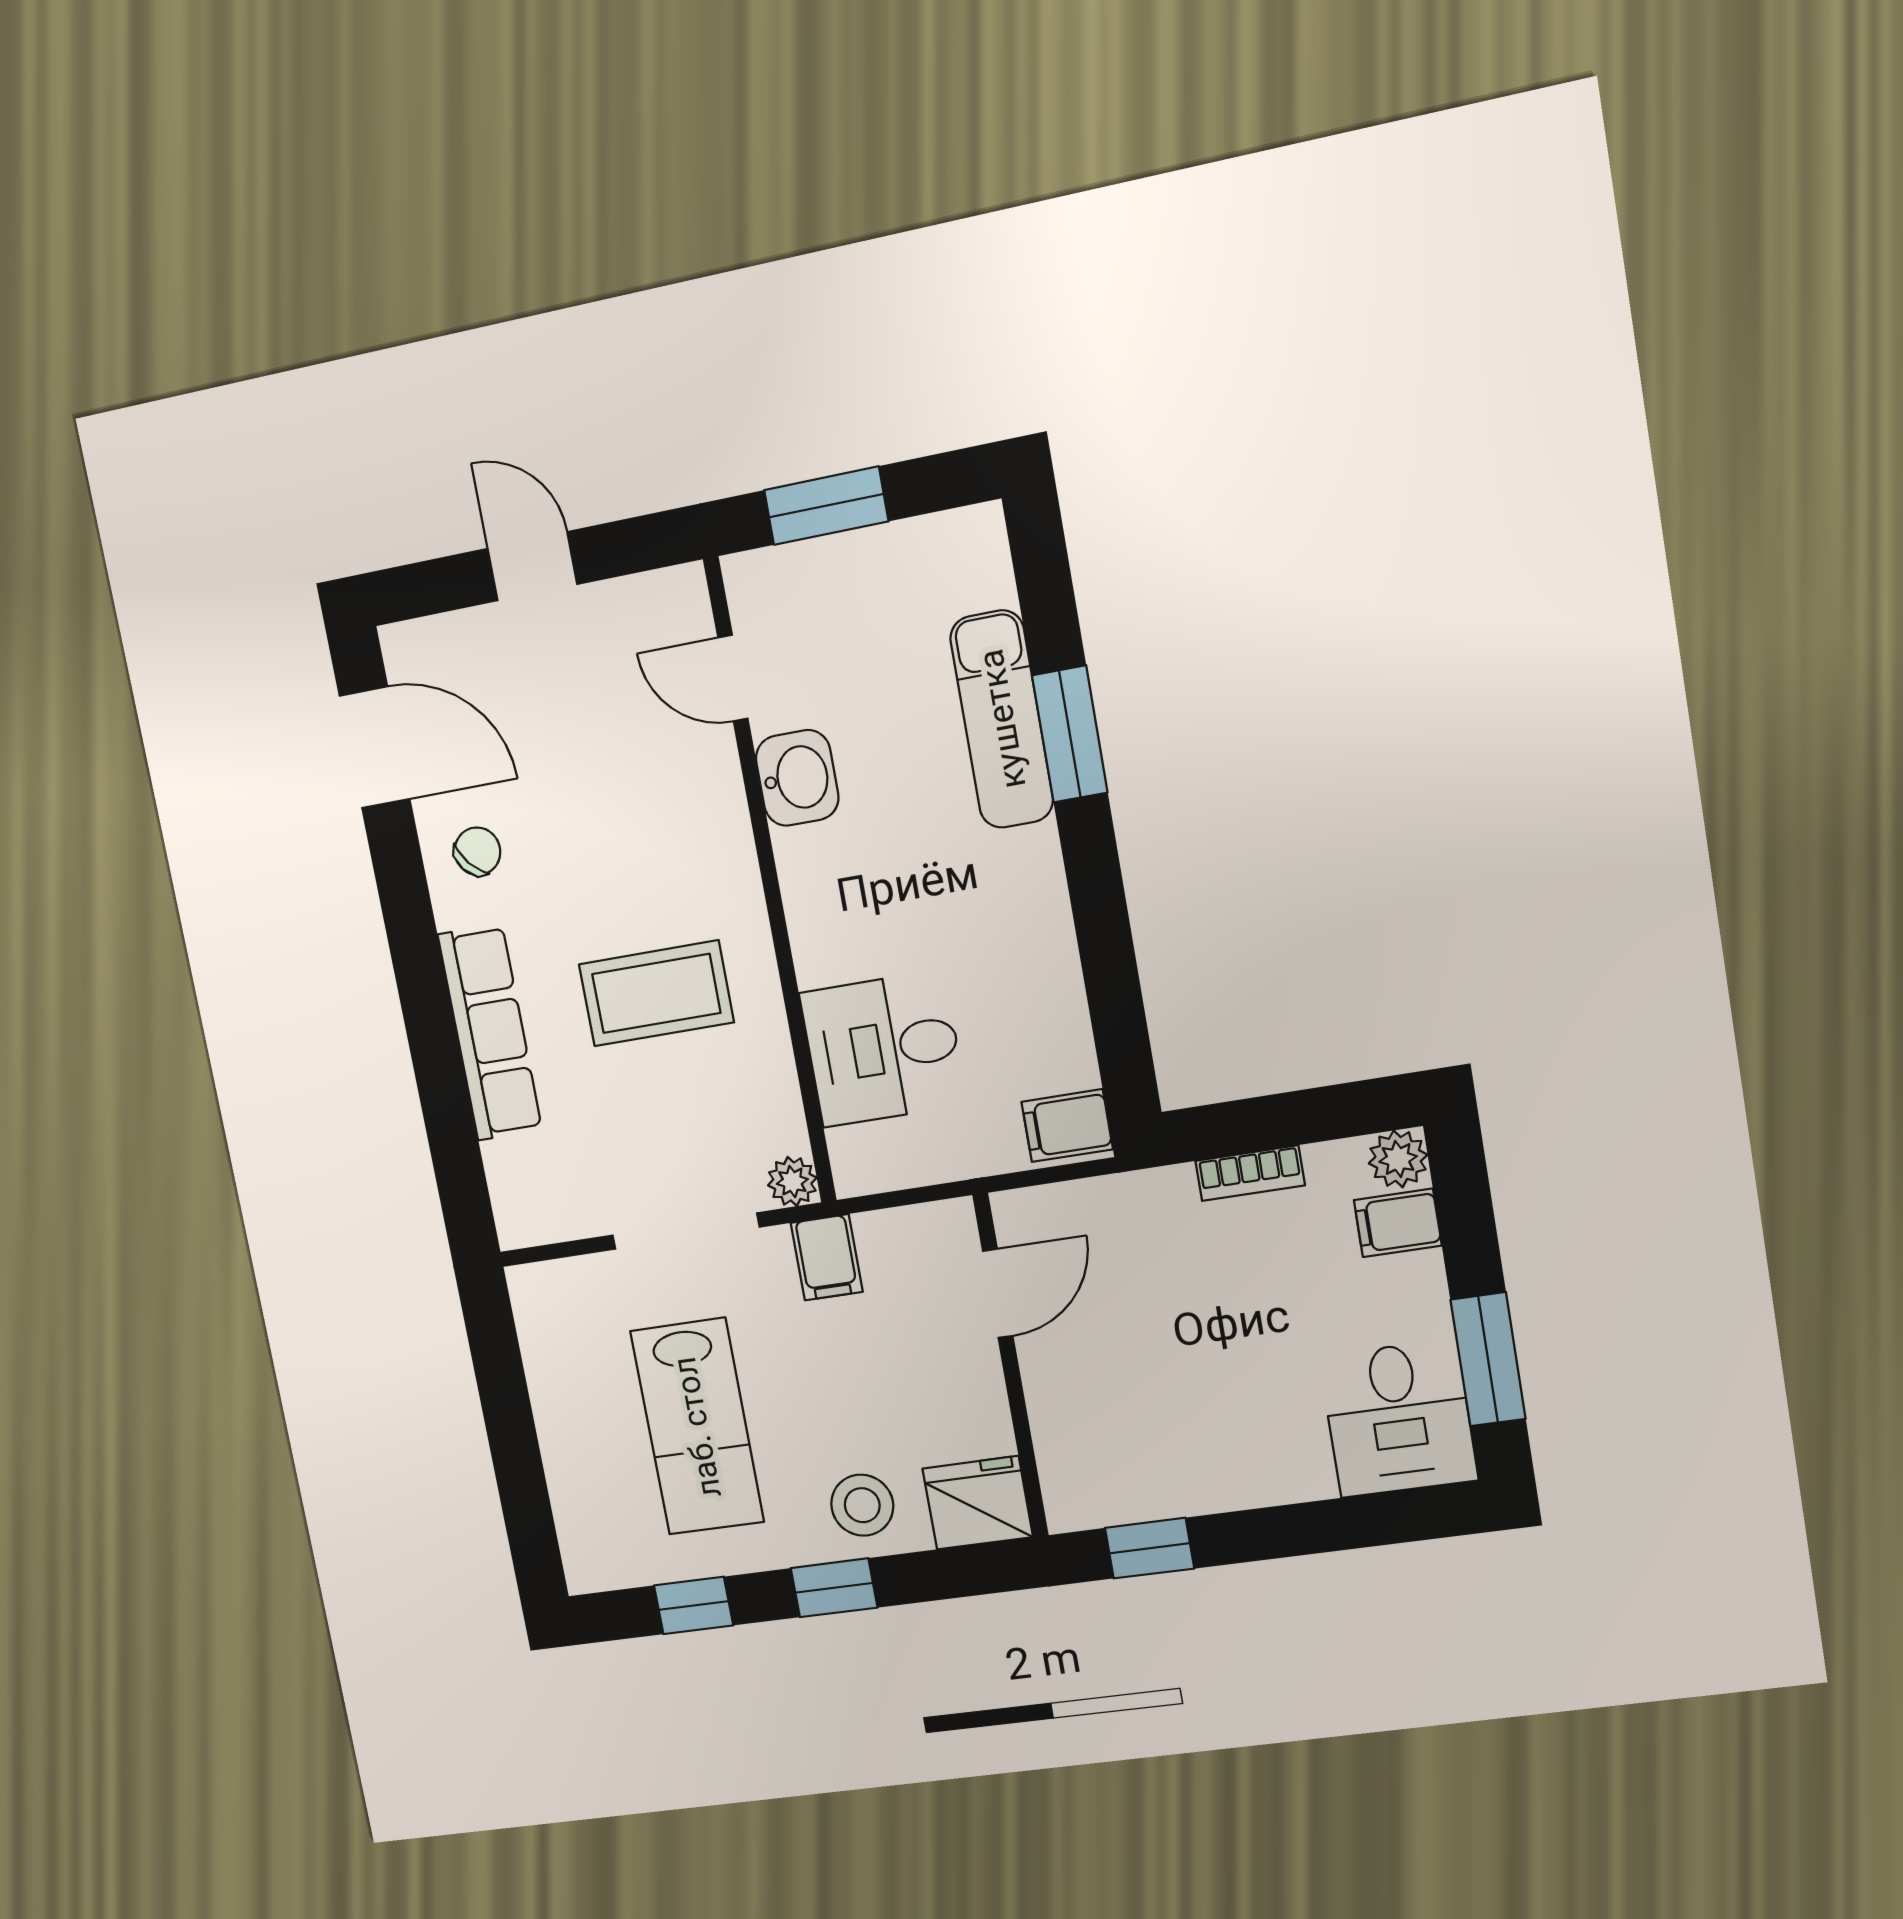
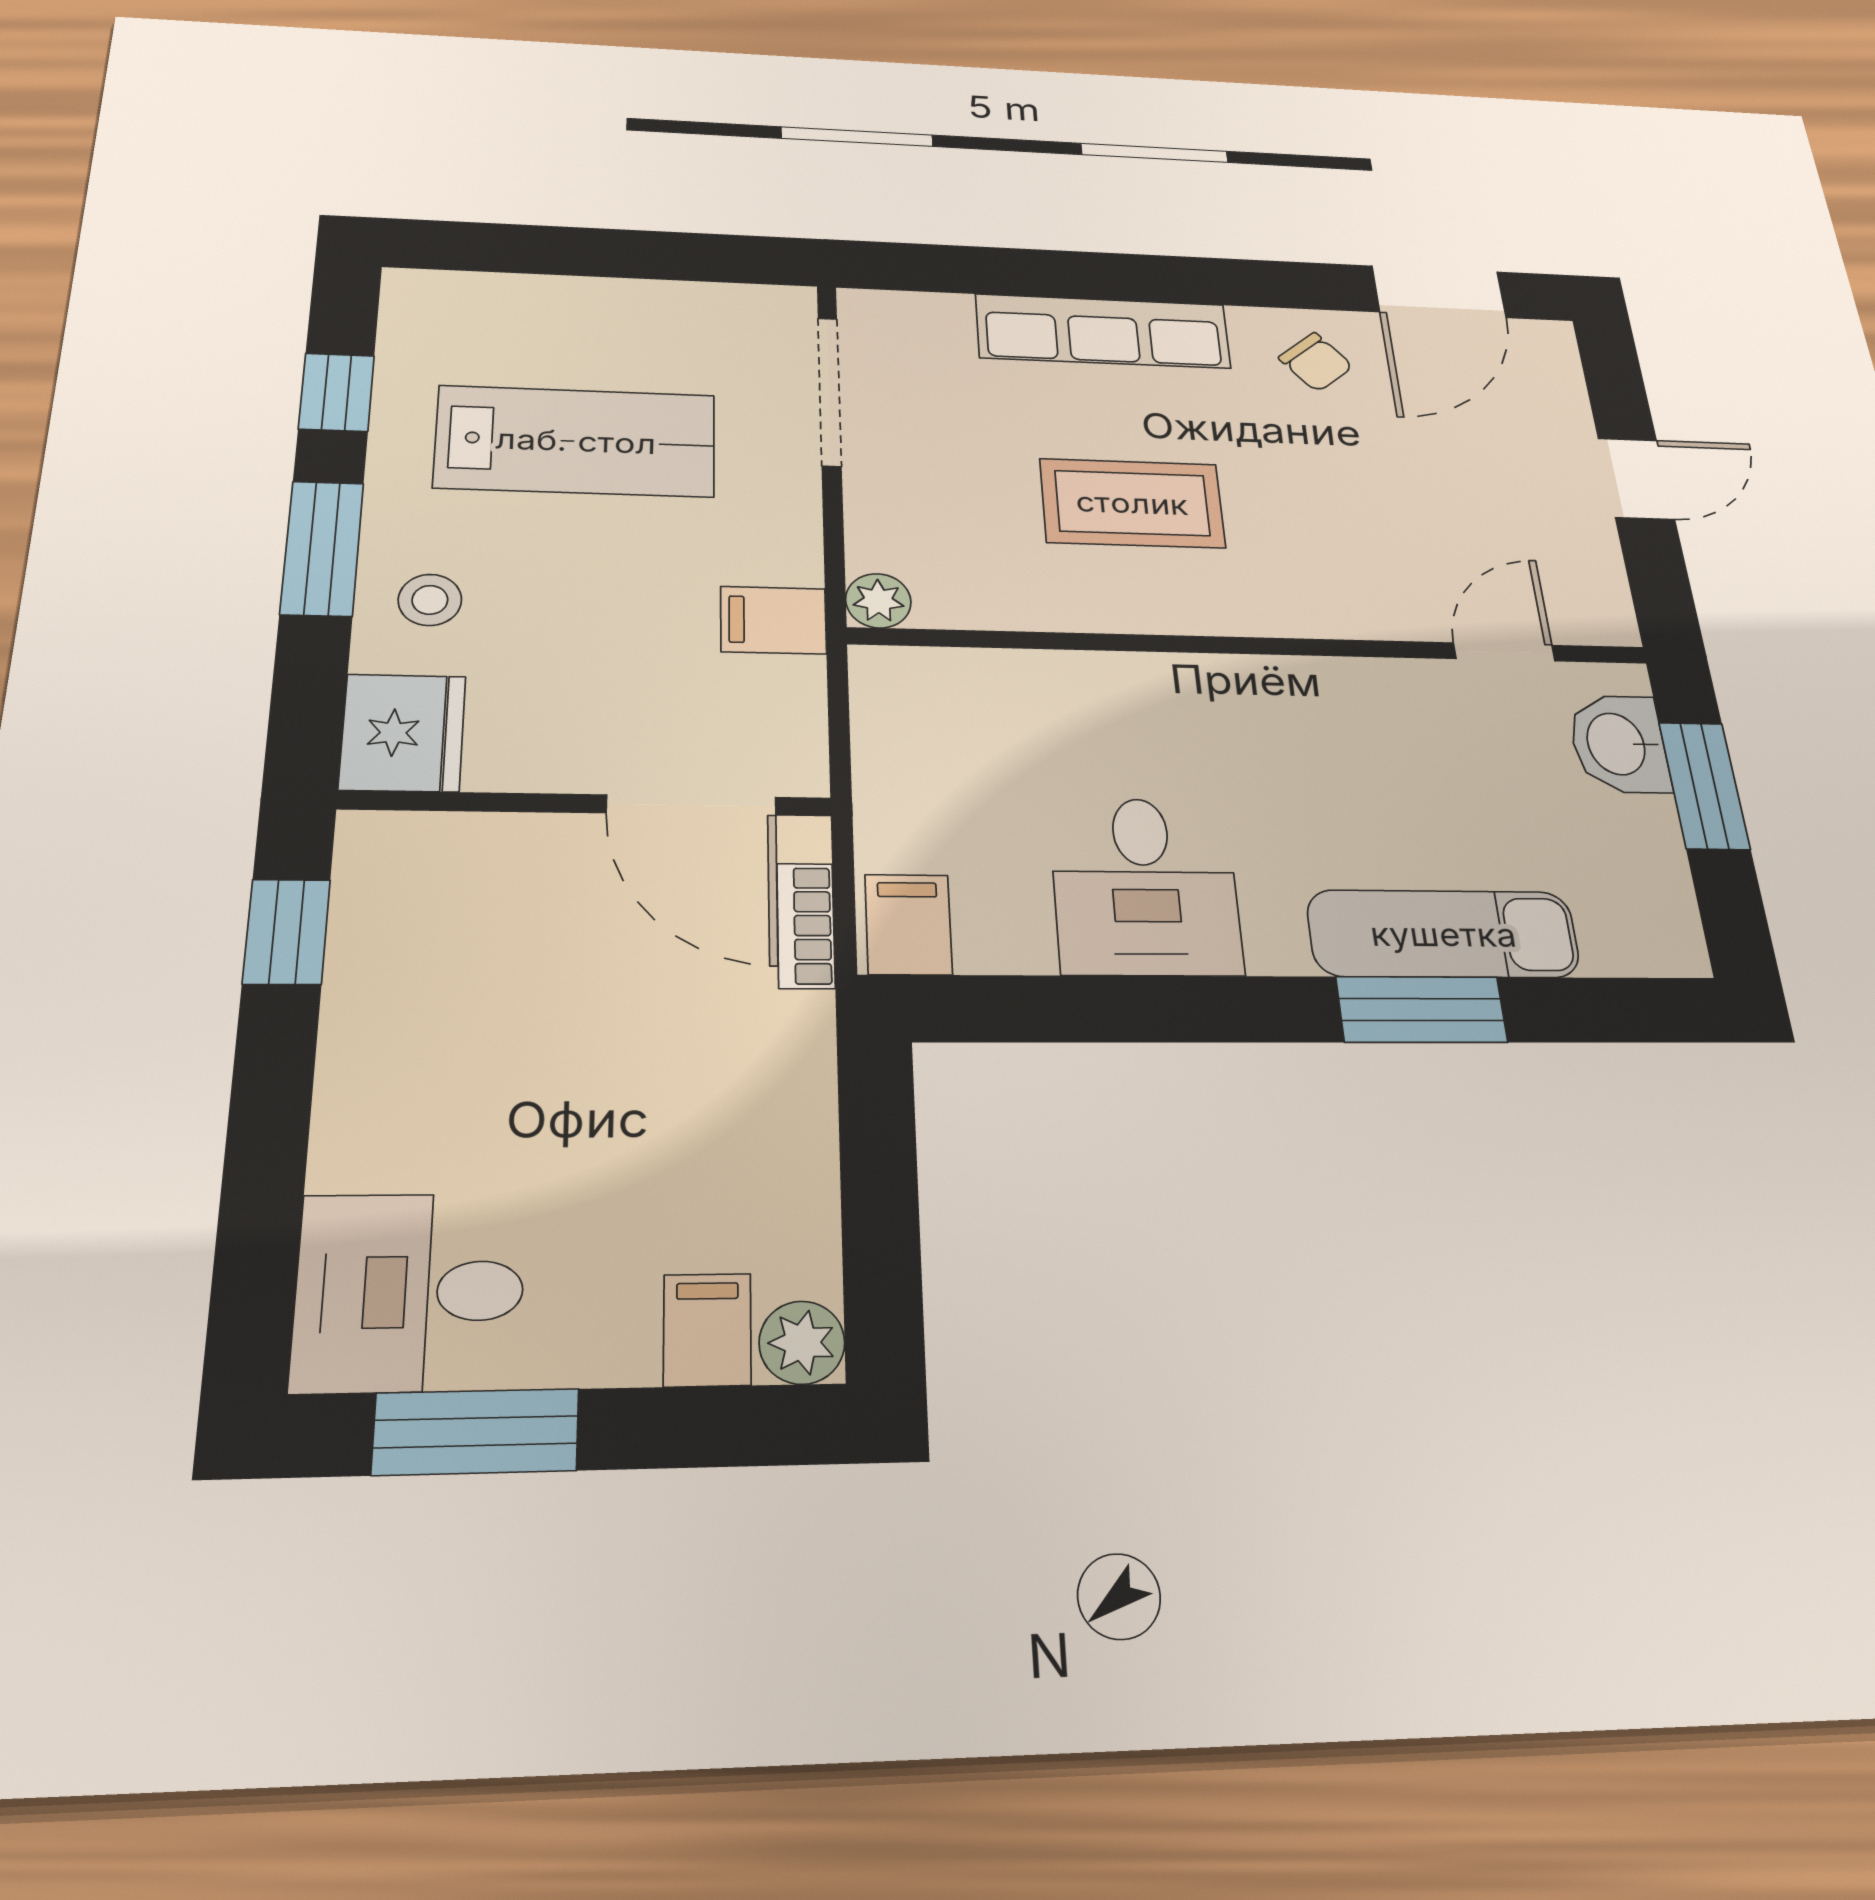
washbasin: (797, 778) -> (1619, 744), moved, turned 90
coffee table: (656, 993) -> (1132, 503), turned 90
desk: (883, 1049) -> (1145, 886), moved, turned 180
bookcase: (1250, 1173) -> (806, 926), moved
doorway: (686, 1231) -> (829, 391), moved
door: (998, 1293) -> (691, 805), width x1.38
lab bench: (697, 1427) -> (576, 441), turned 180
stool: (862, 1505) -> (430, 600), width x0.73, depth x0.73
window: (834, 1588) -> (322, 548), width x1.50

